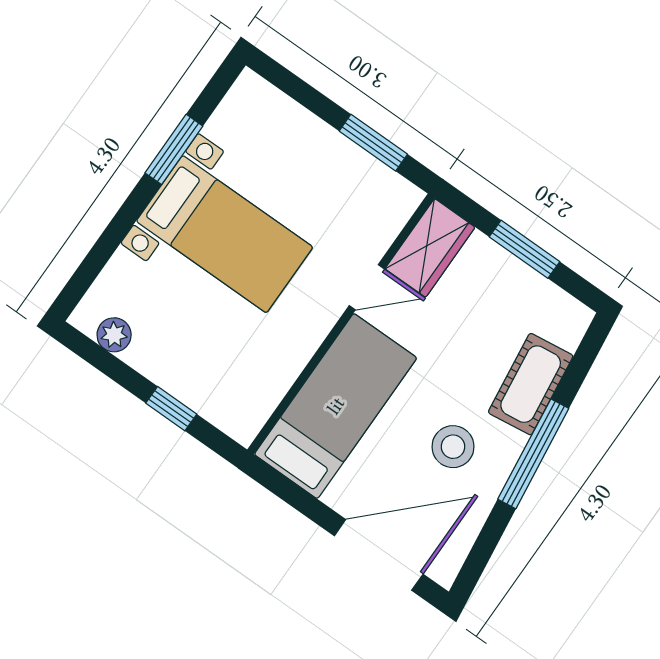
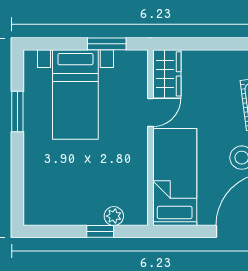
bed with nightstands: (225, 234) -> (75, 95), moved, turned 90
window: (525, 249) -> (211, 44), removed
plant: (114, 335) -> (114, 216), moved

